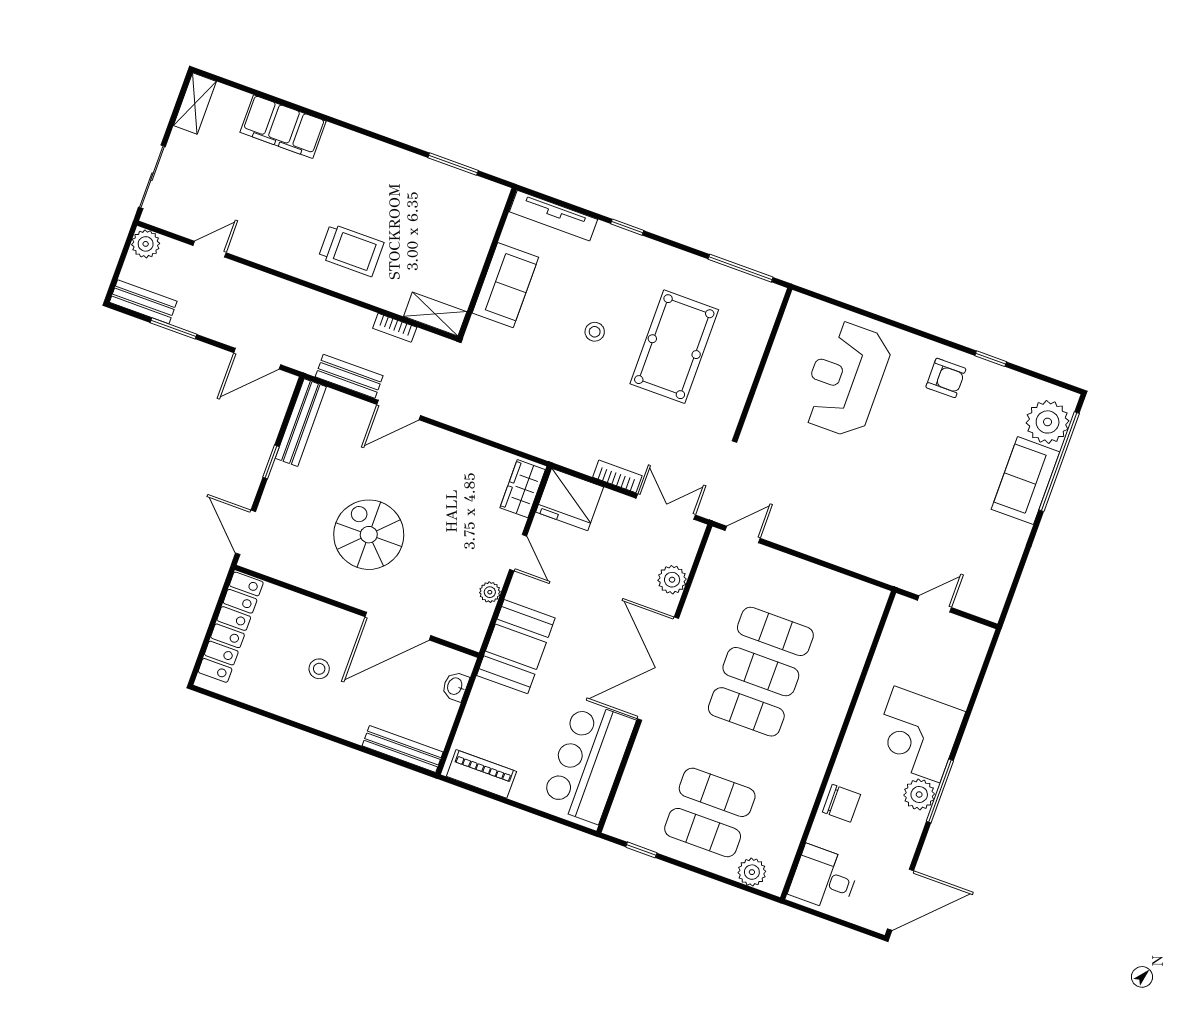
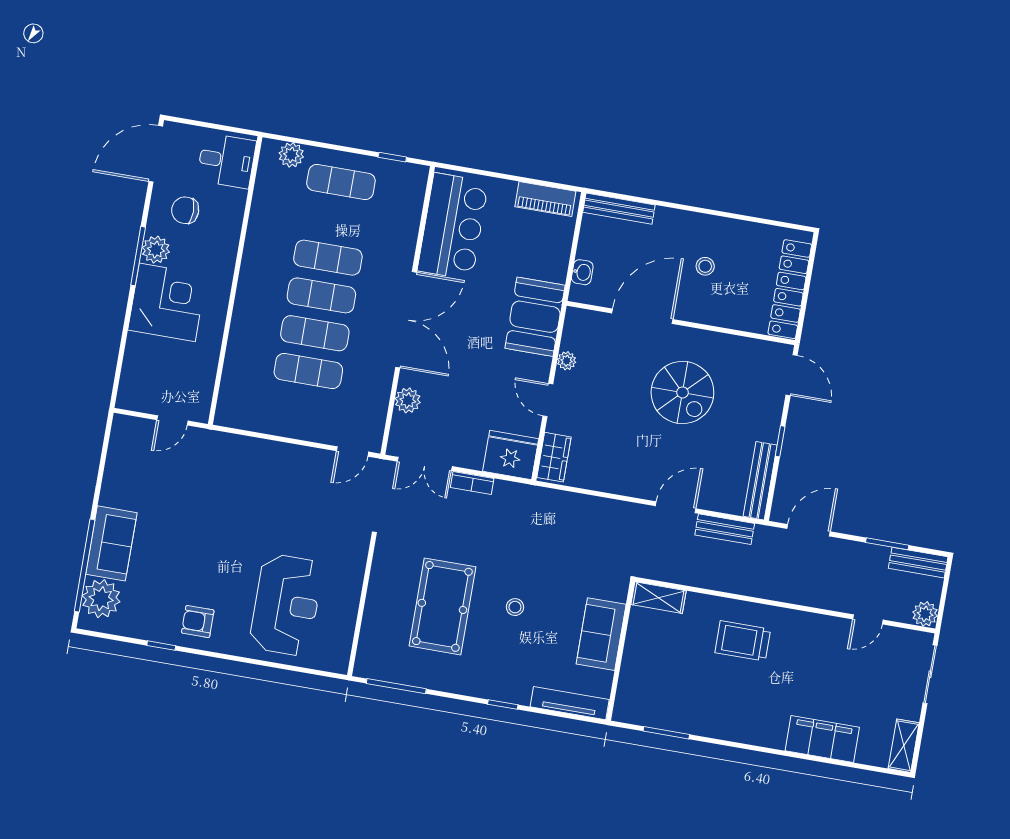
bookcase: (395, 328) -> (692, 579), removed
exercise mat: (717, 792) -> (328, 258), moved
chair: (841, 803) -> (185, 210), moved

